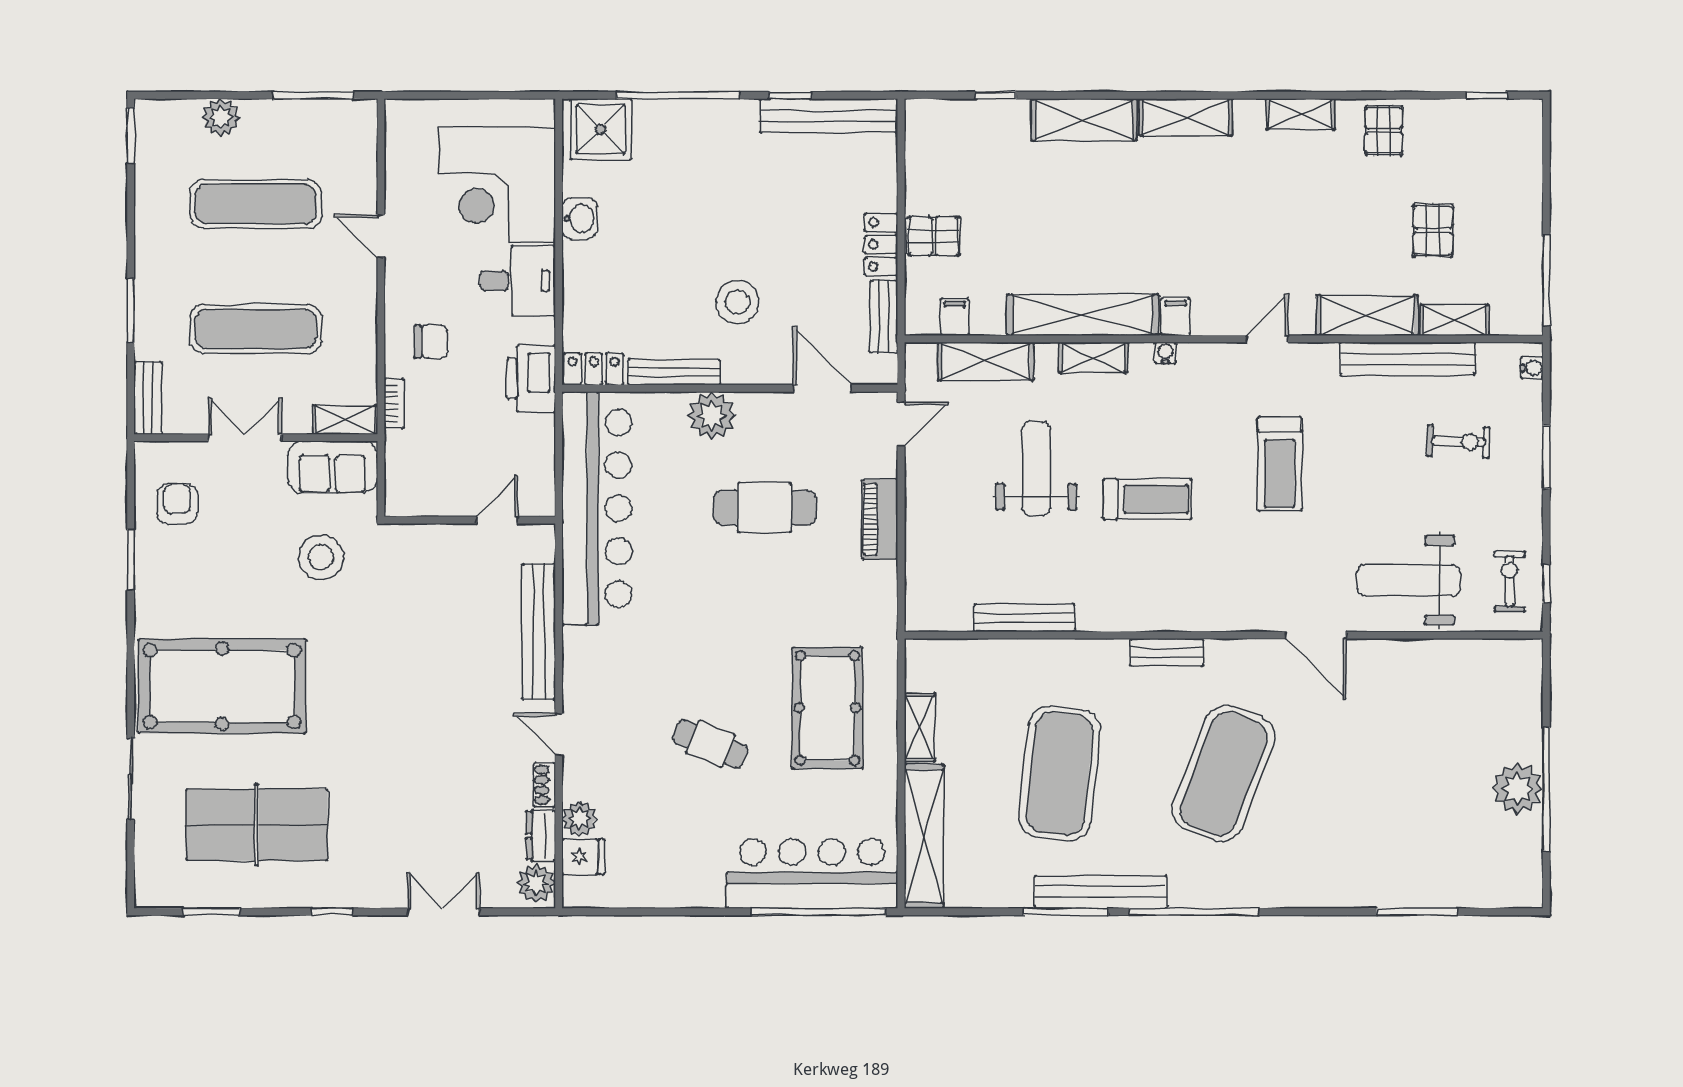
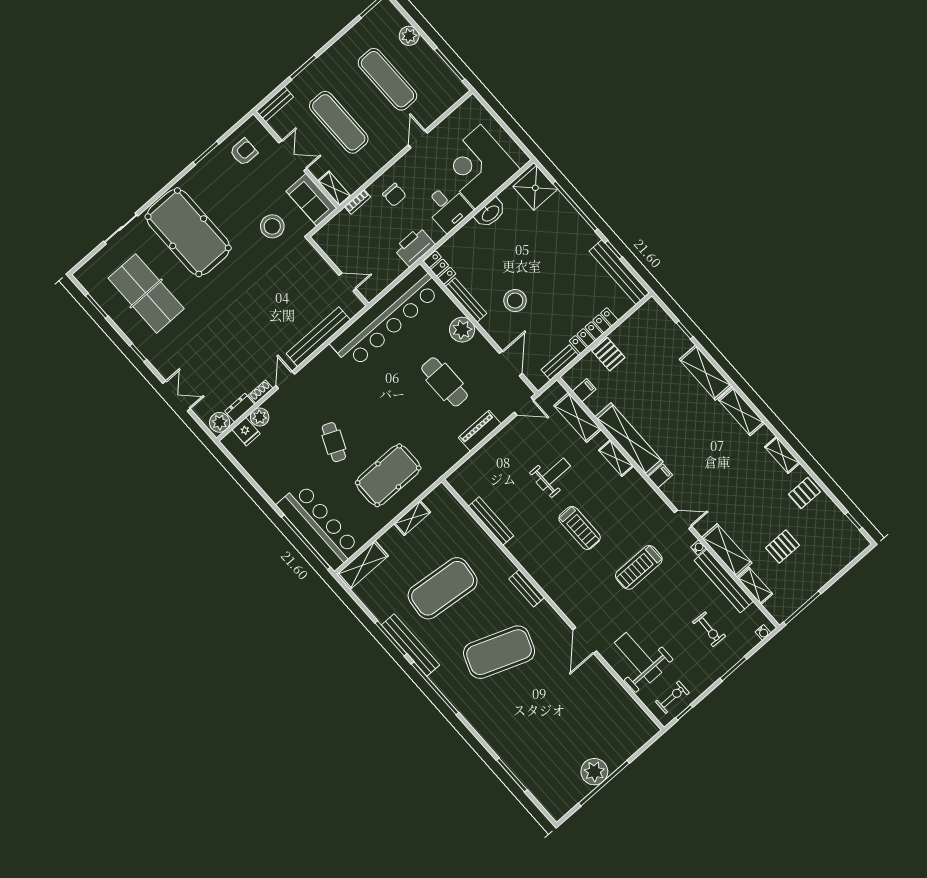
washbasin: (580, 218) -> (490, 213), width x1.38
locker: (881, 245) -> (594, 331), width x1.53
water cooler: (1165, 353) -> (698, 547), moved
weight bench: (1036, 468) -> (553, 474), width x0.73, depth x0.75
shelving: (924, 836) -> (362, 565), width x0.68

